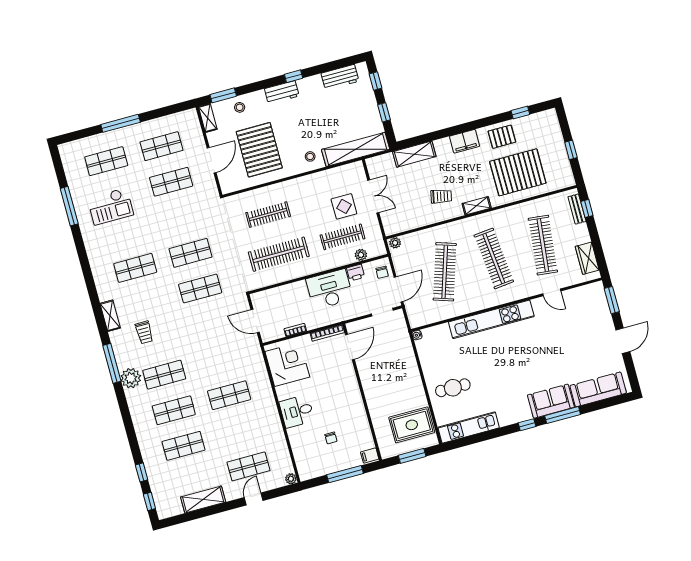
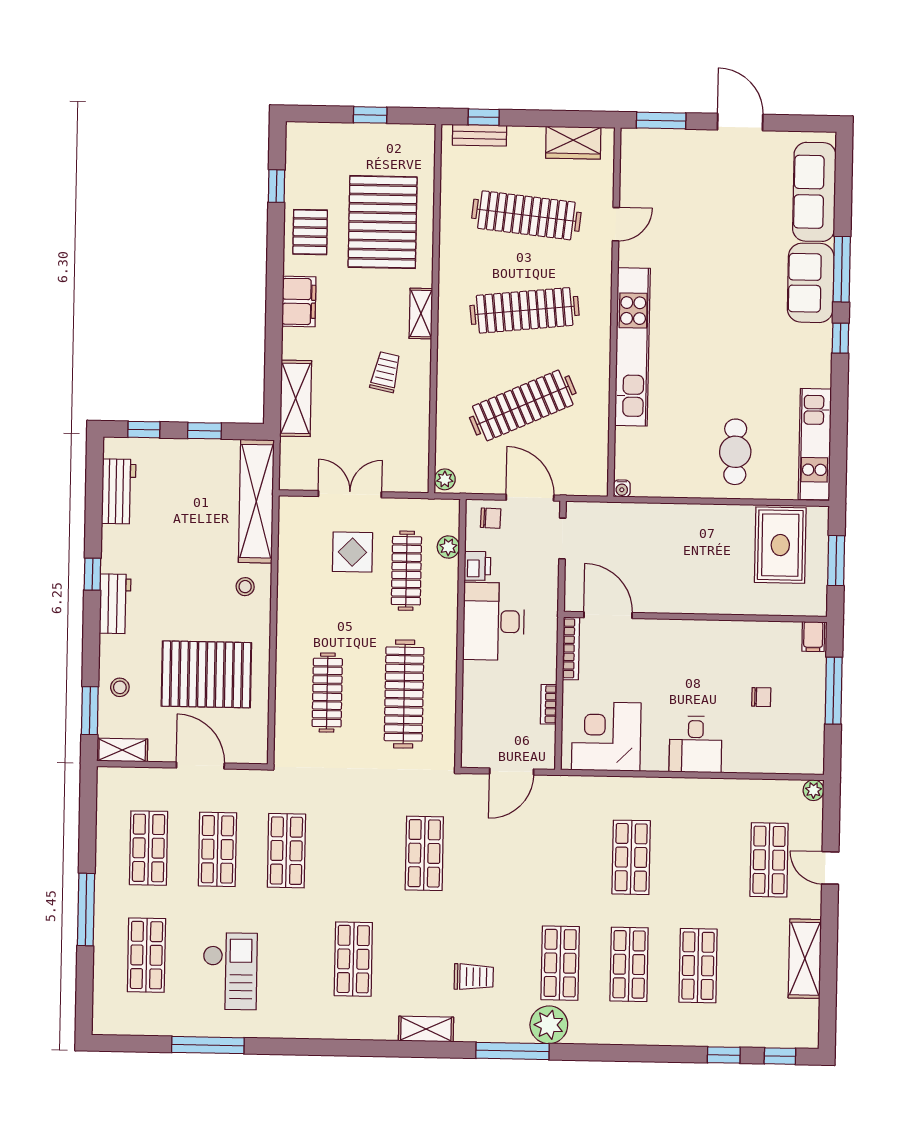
shop shelf: (190, 253) -> (286, 851), moved
clothes rail: (445, 272) -> (523, 405), turned -42

